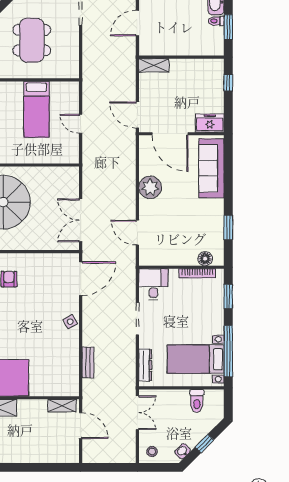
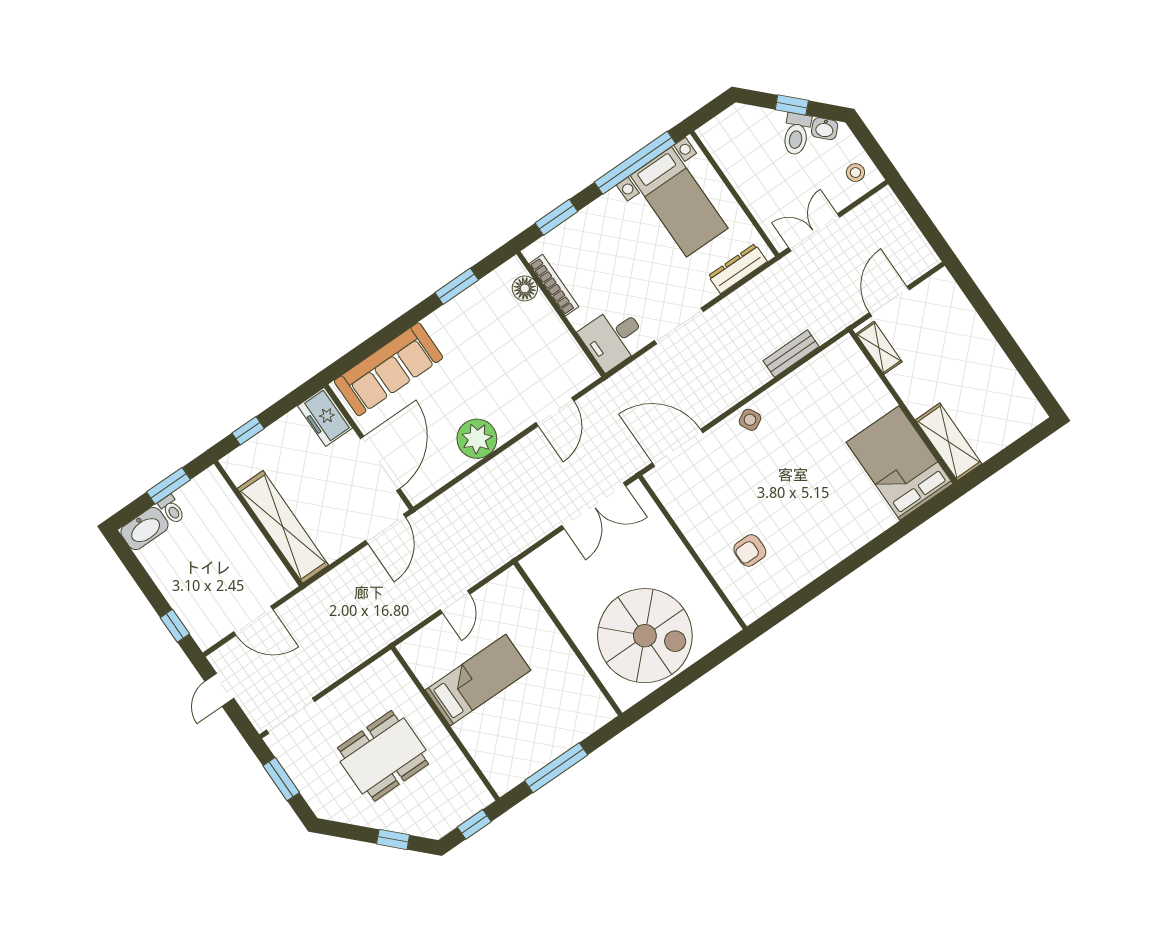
shelving: (154, 65) -> (283, 527), width x2.20, depth x1.33
toilet: (197, 401) -> (797, 134), moved, turned 135

